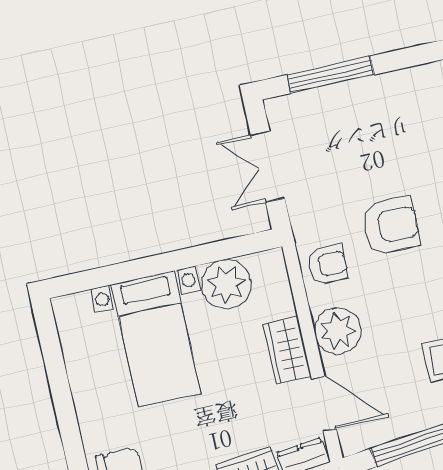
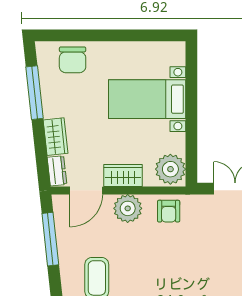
armchair: (391, 226) -> (183, 254), removed
plant: (226, 284) -> (170, 169), moved

